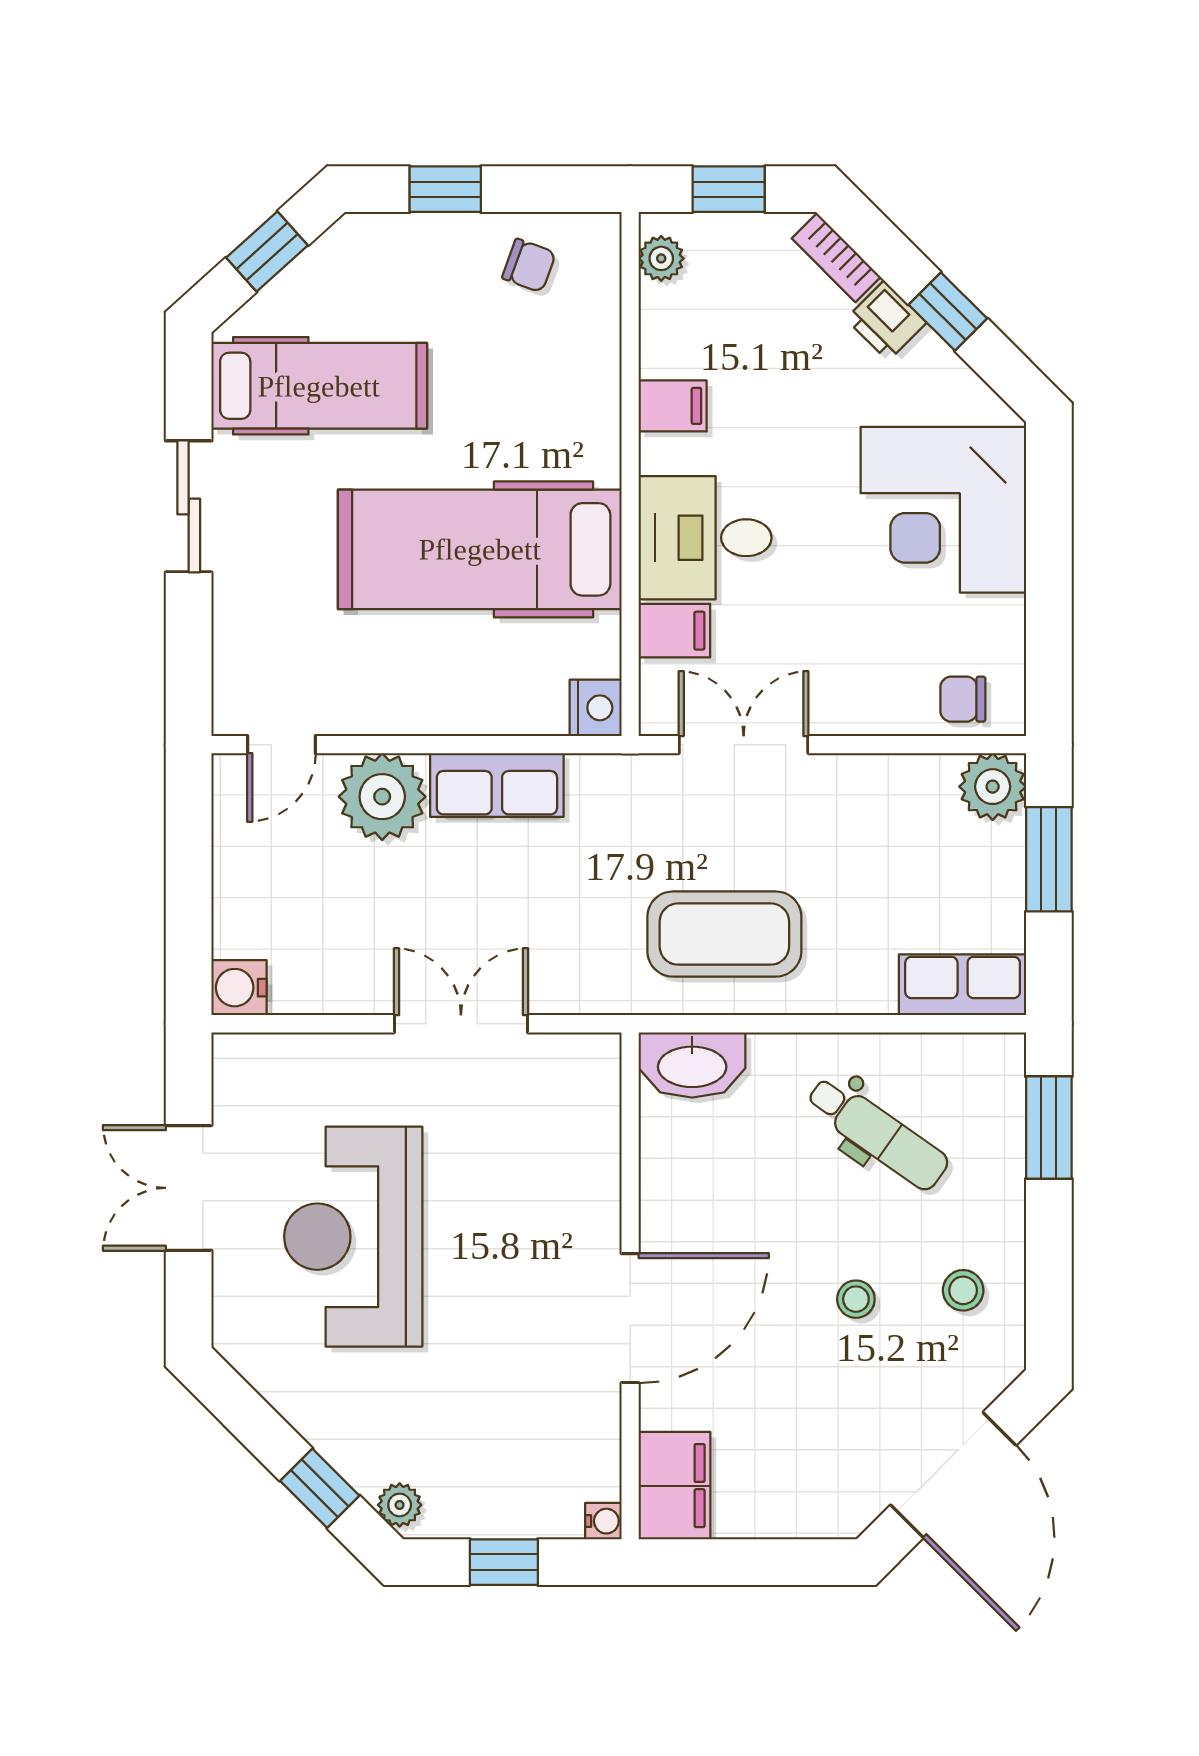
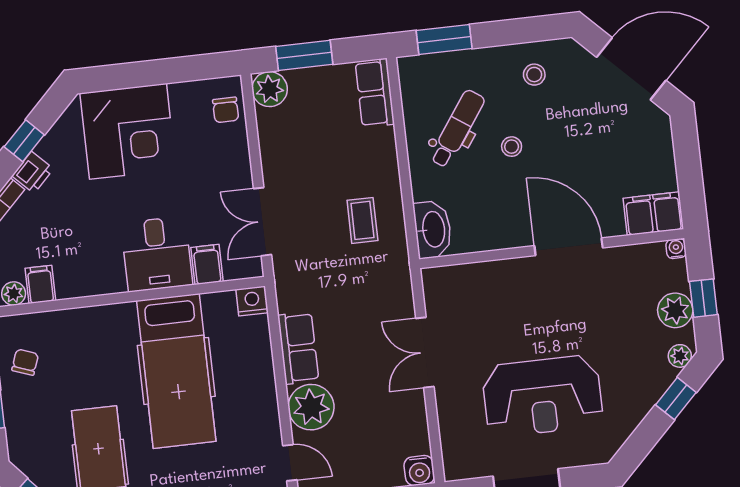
filing cabinet: (673, 406) -> (40, 284), moved
coffee table: (724, 934) -> (362, 220), width x0.54, depth x0.58
stool: (856, 1299) -> (512, 147), moved
plant: (487, 1506) -> (675, 310), added

